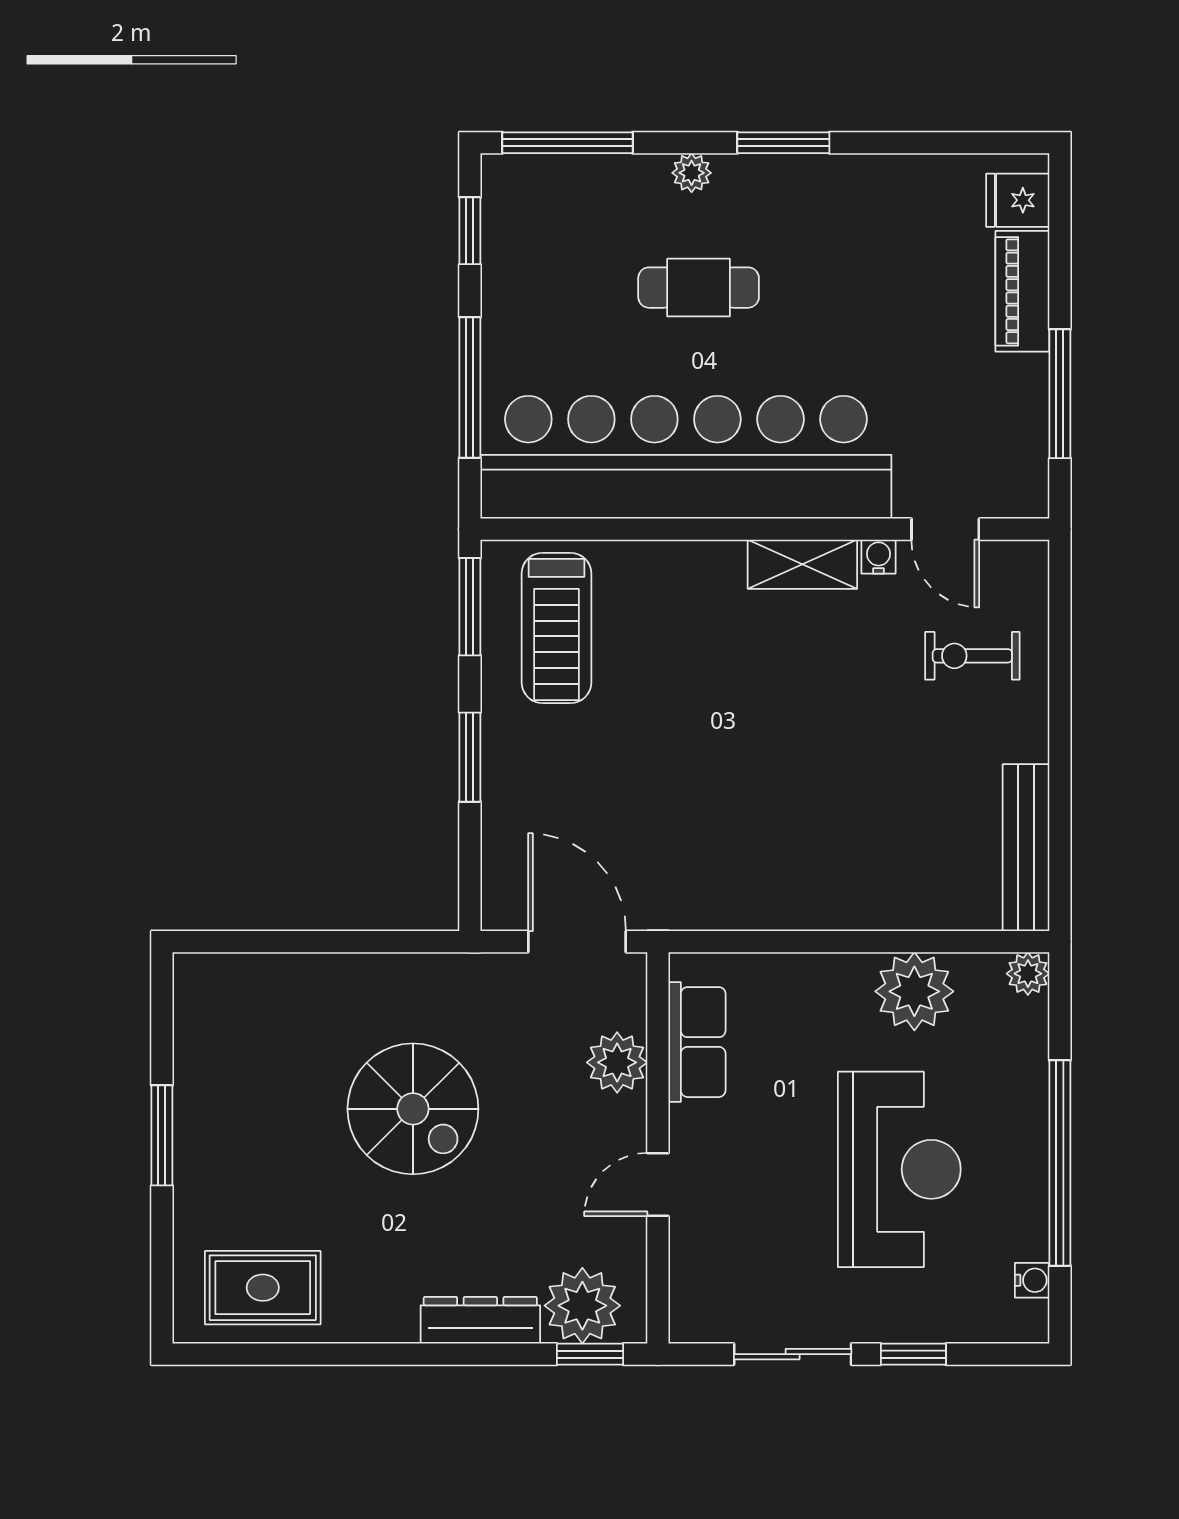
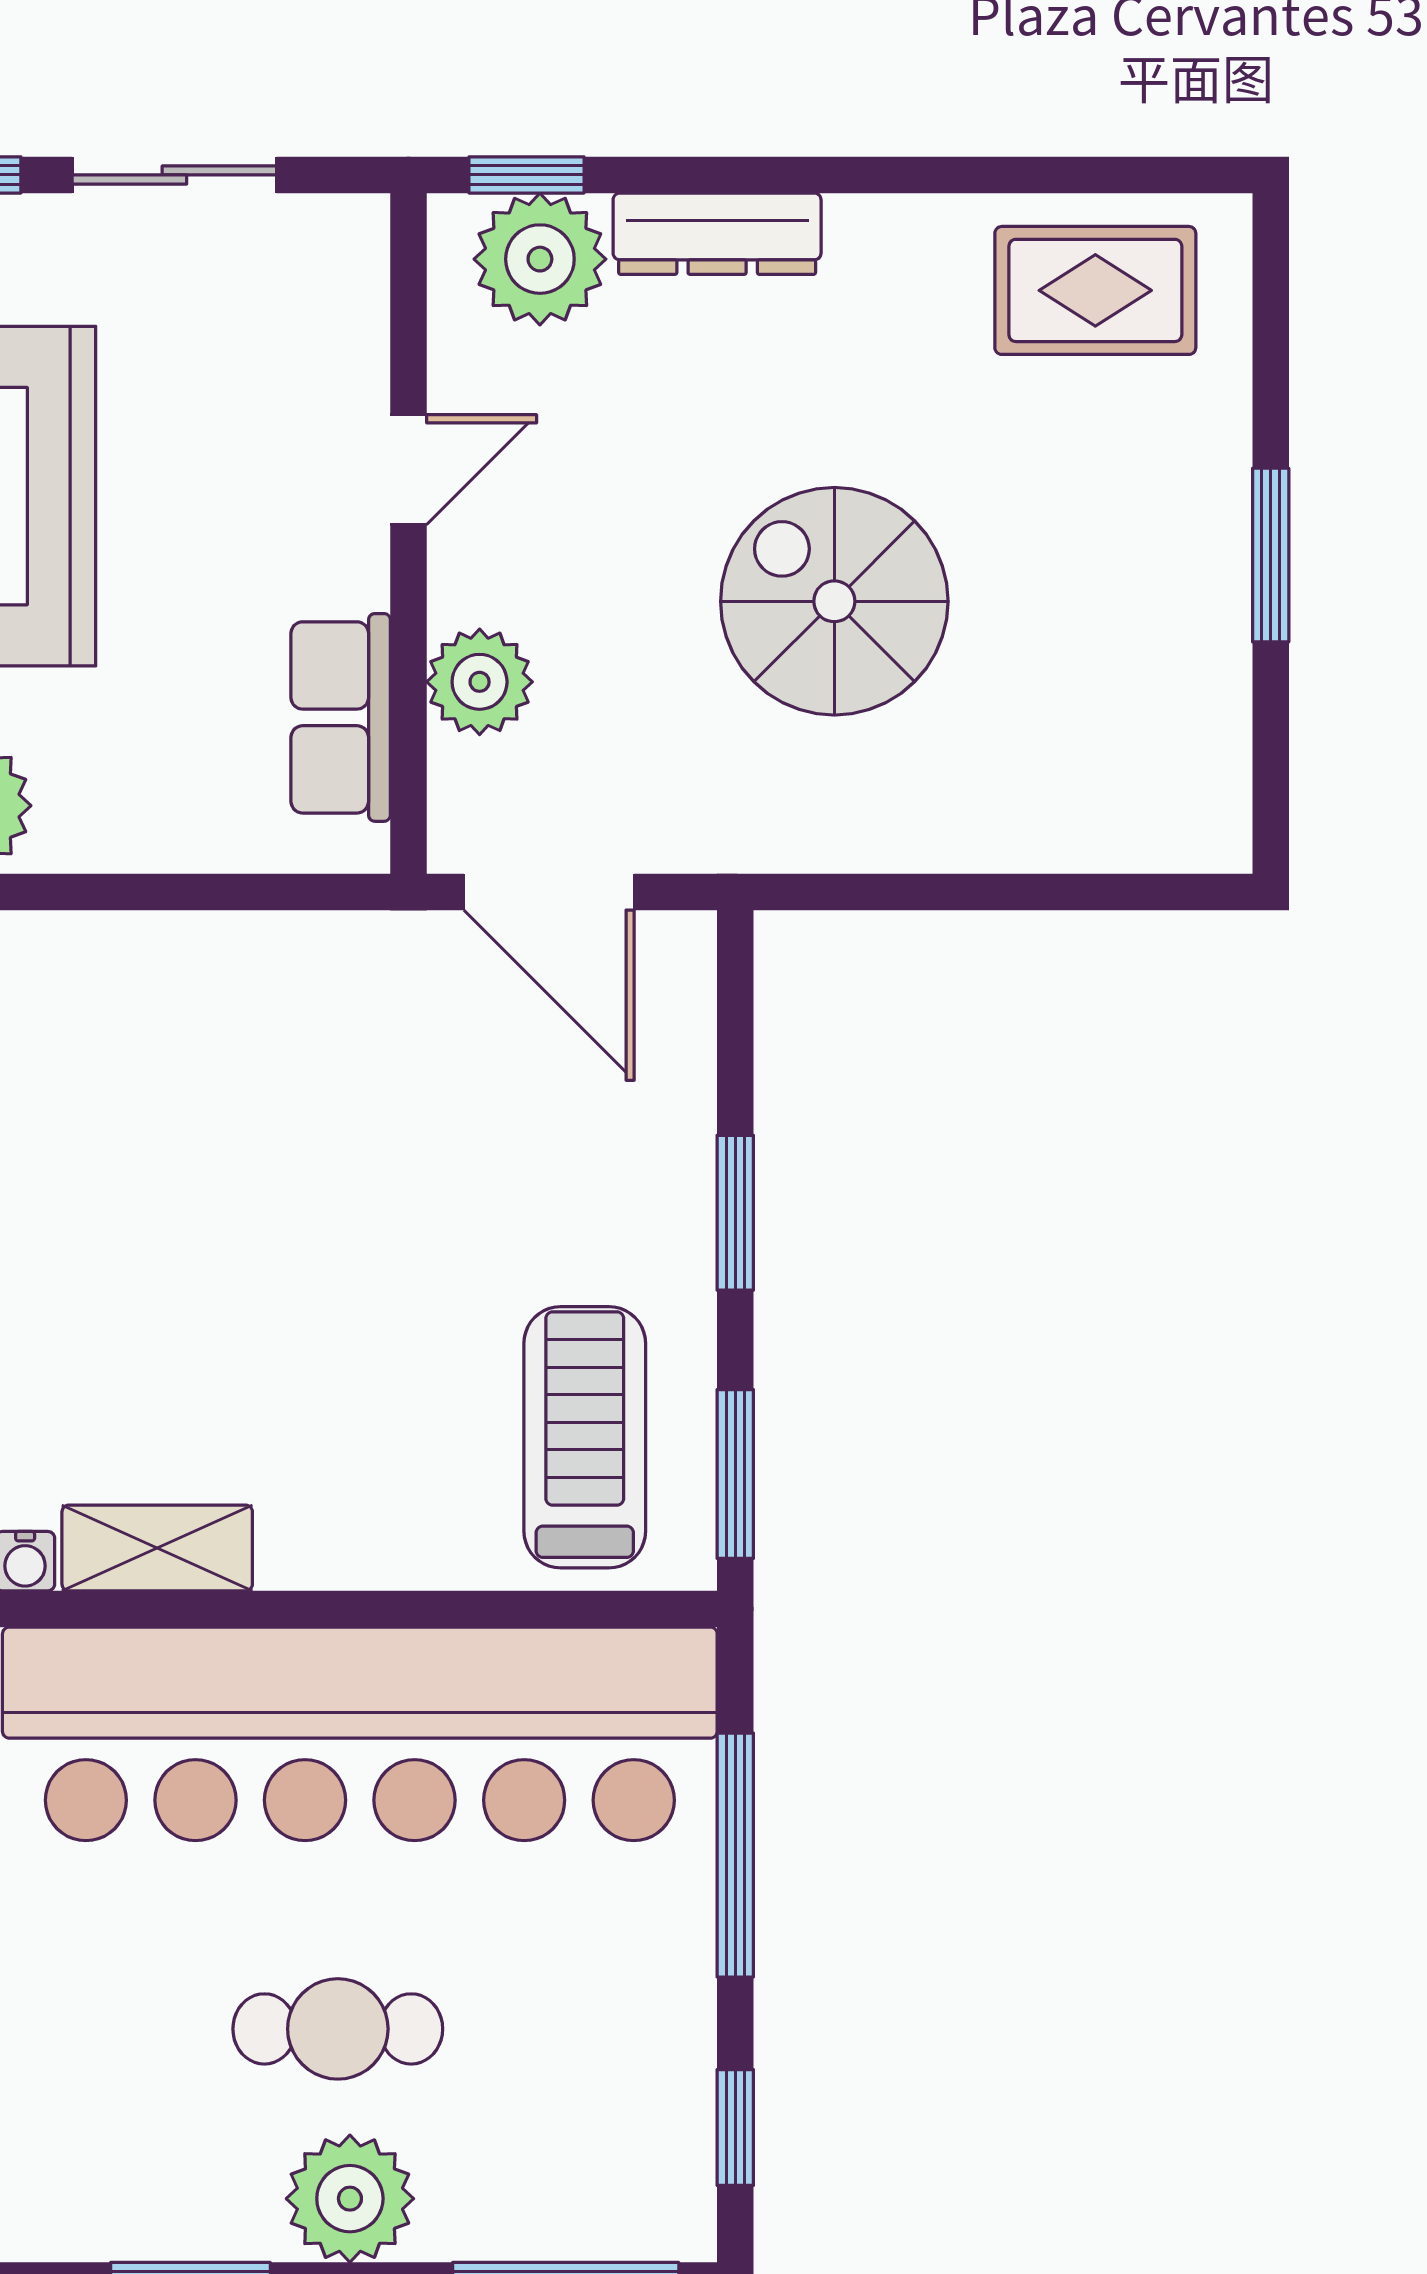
plant: (692, 173) -> (350, 2199), width x1.88, depth x1.88

